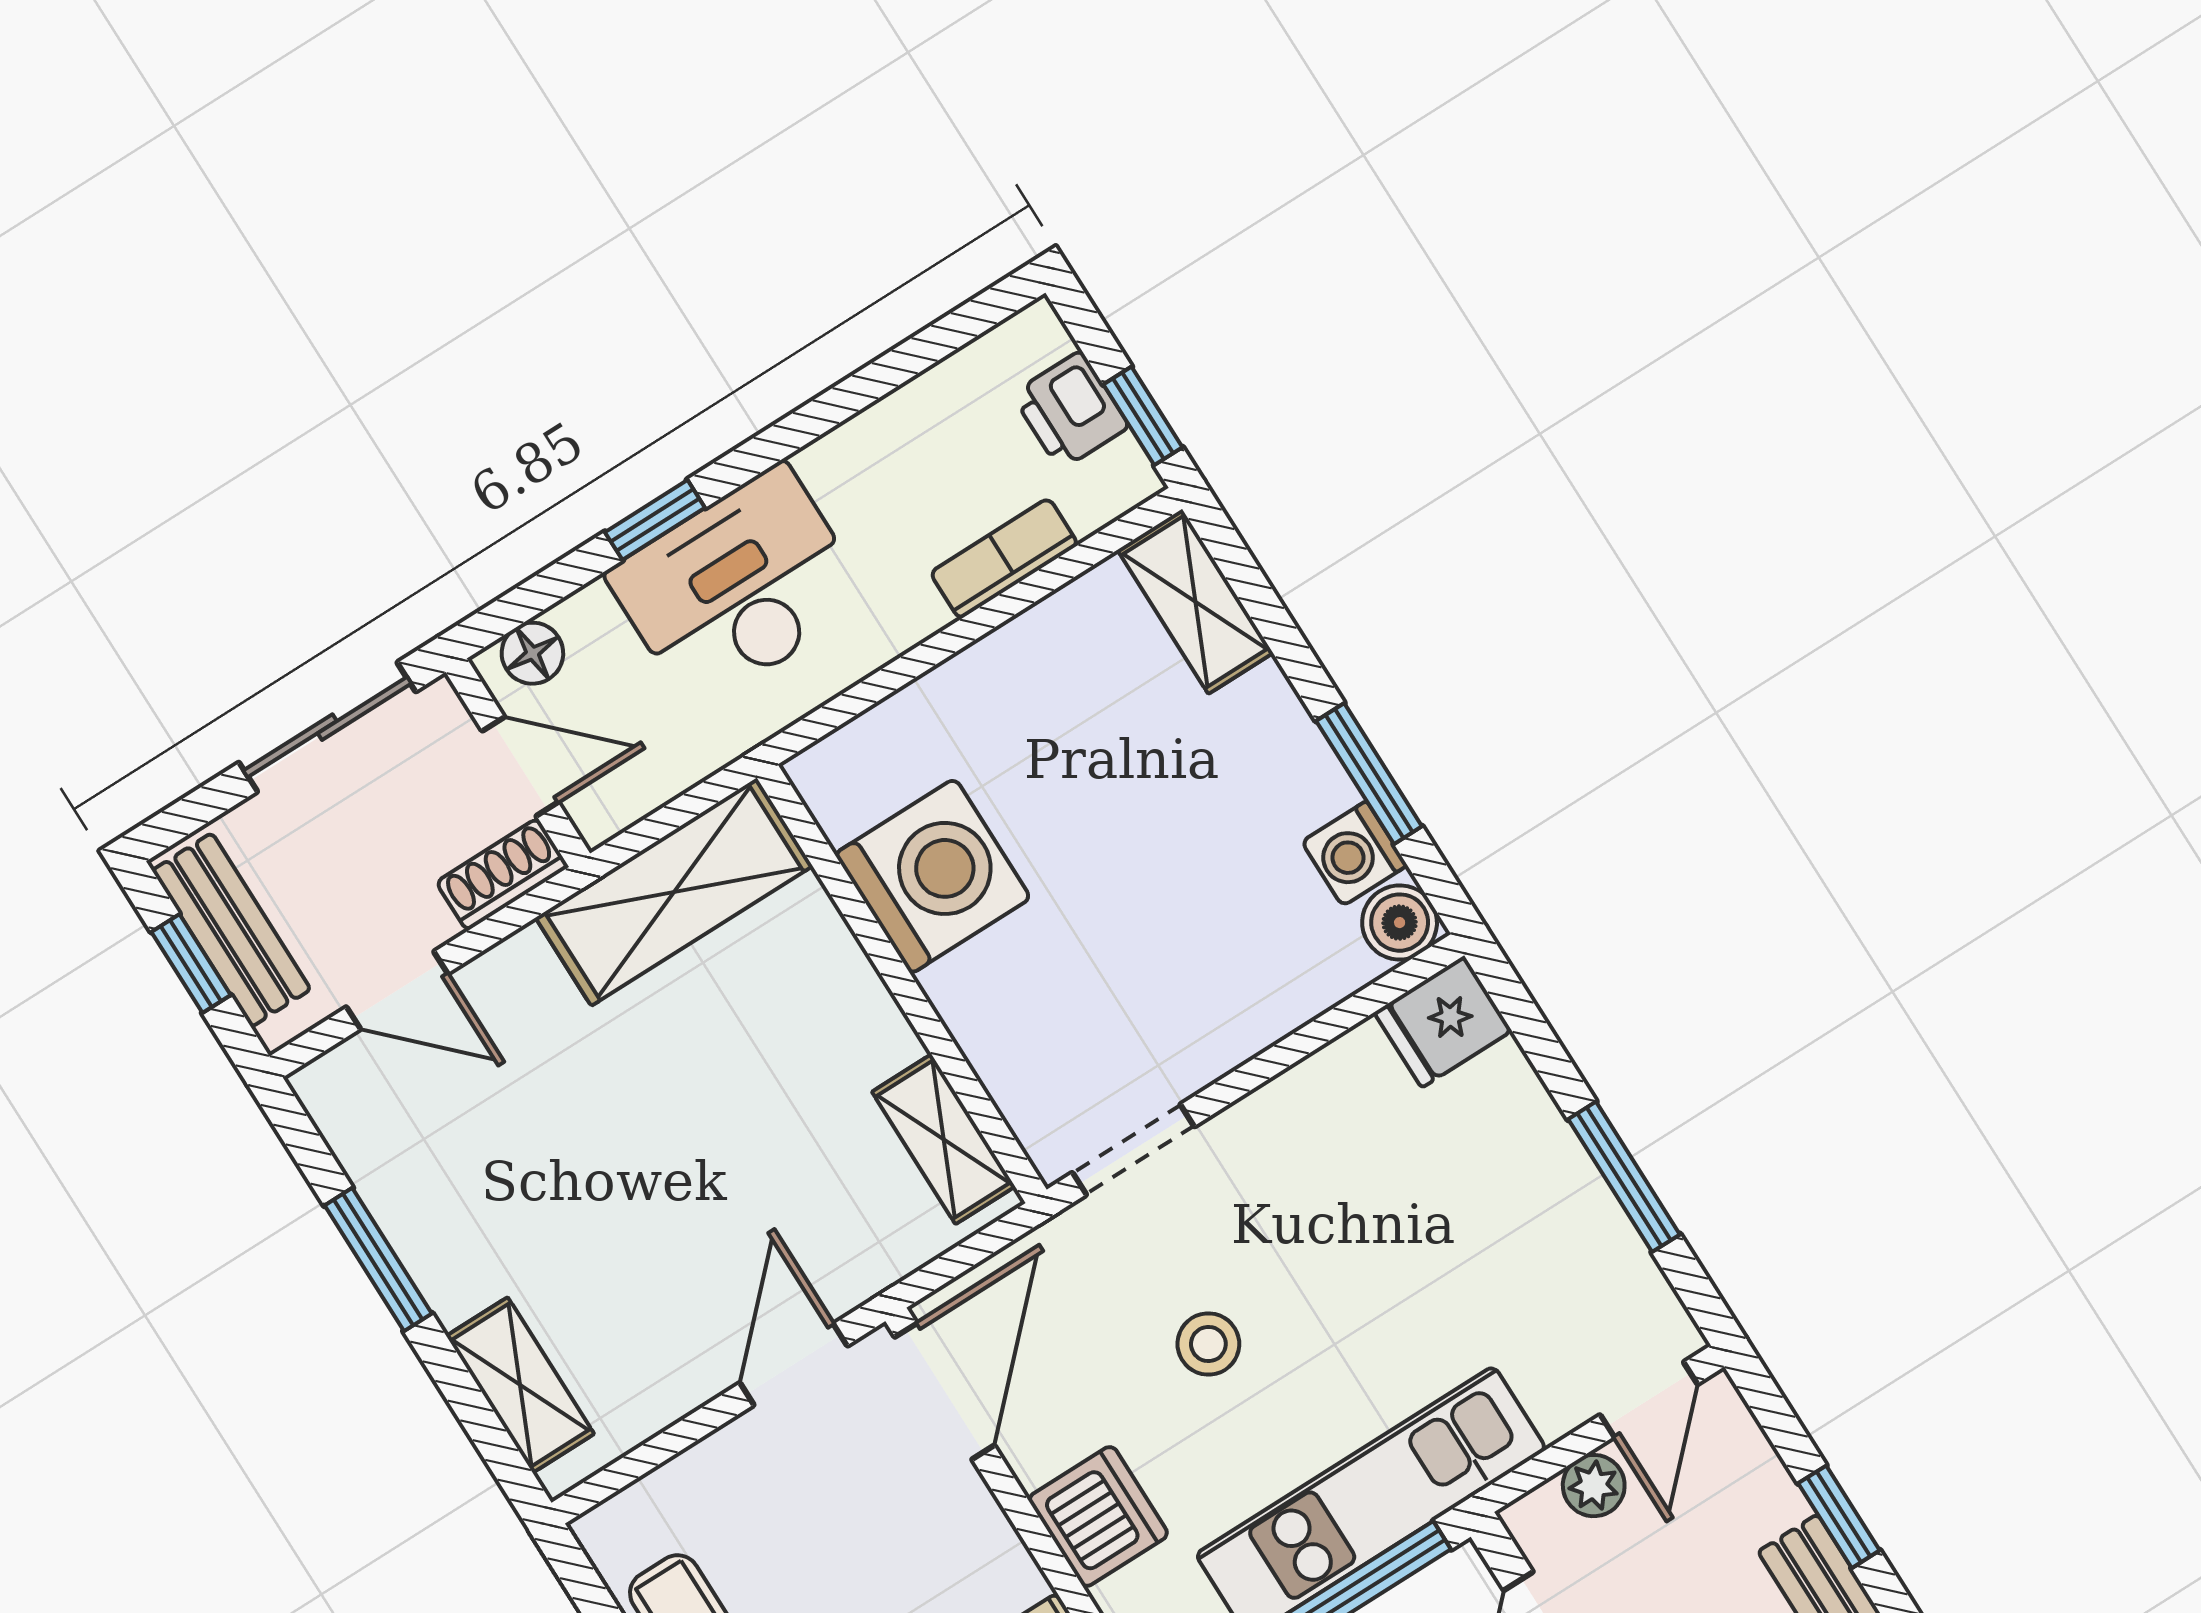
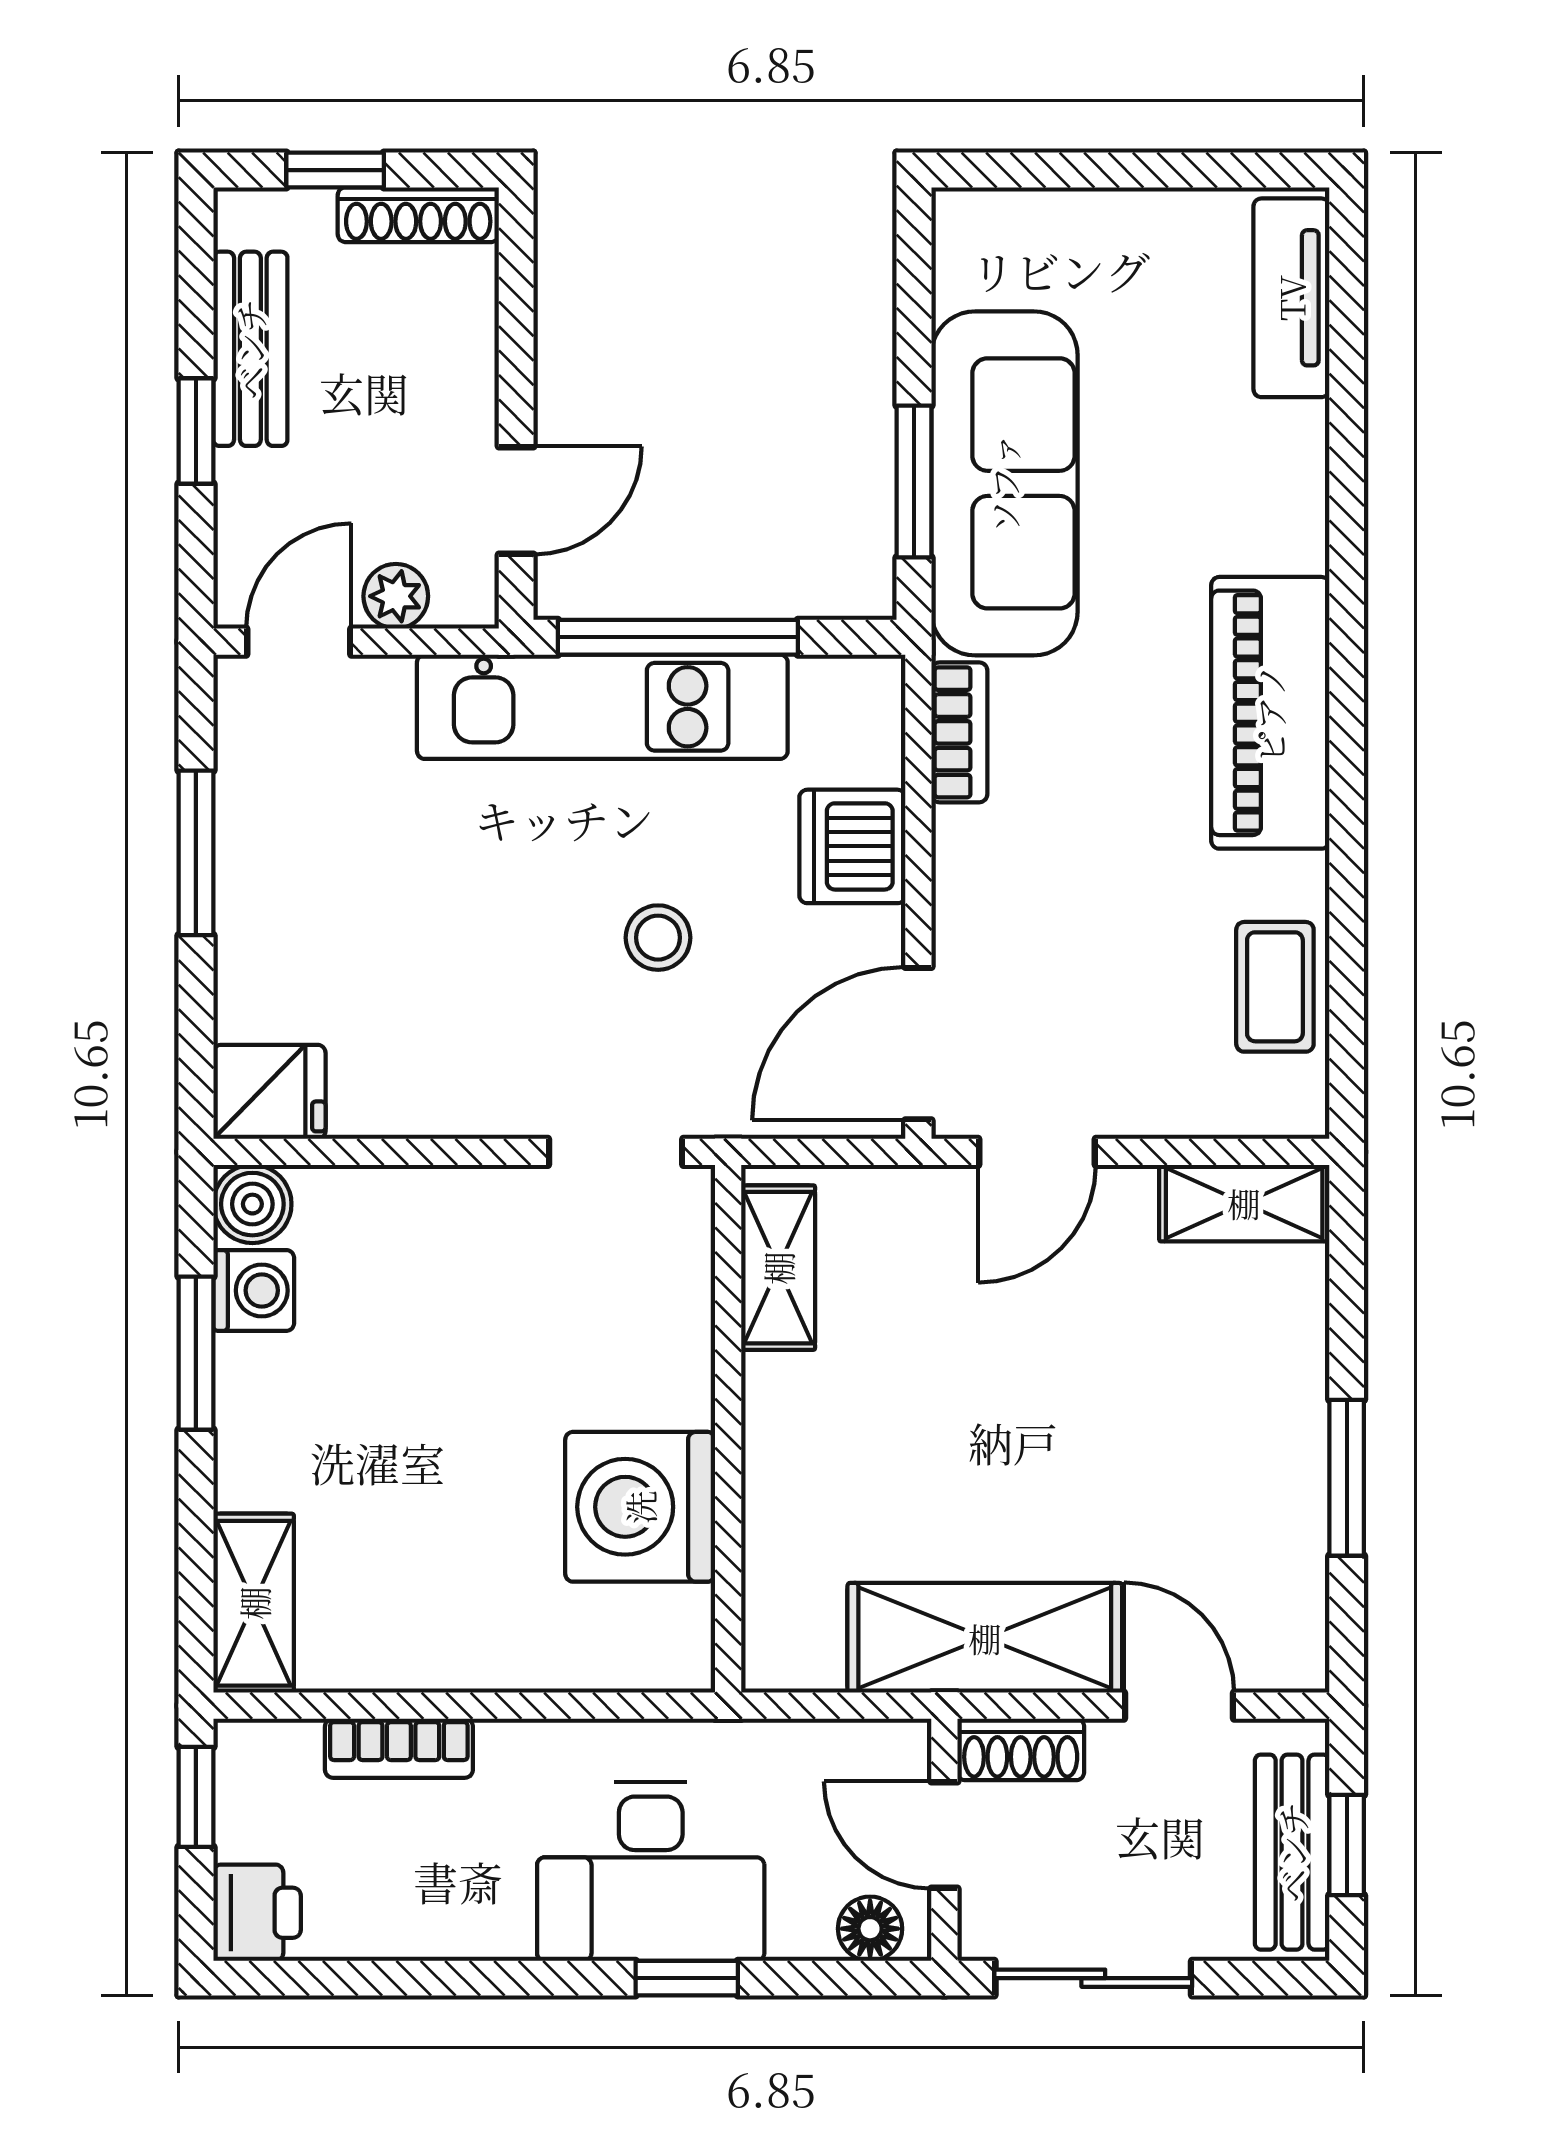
printer: (1071, 410) -> (257, 1913), moved
shelving: (674, 892) -> (985, 1638), moved
shelving: (520, 1385) -> (1244, 1203), moved, turned 90

